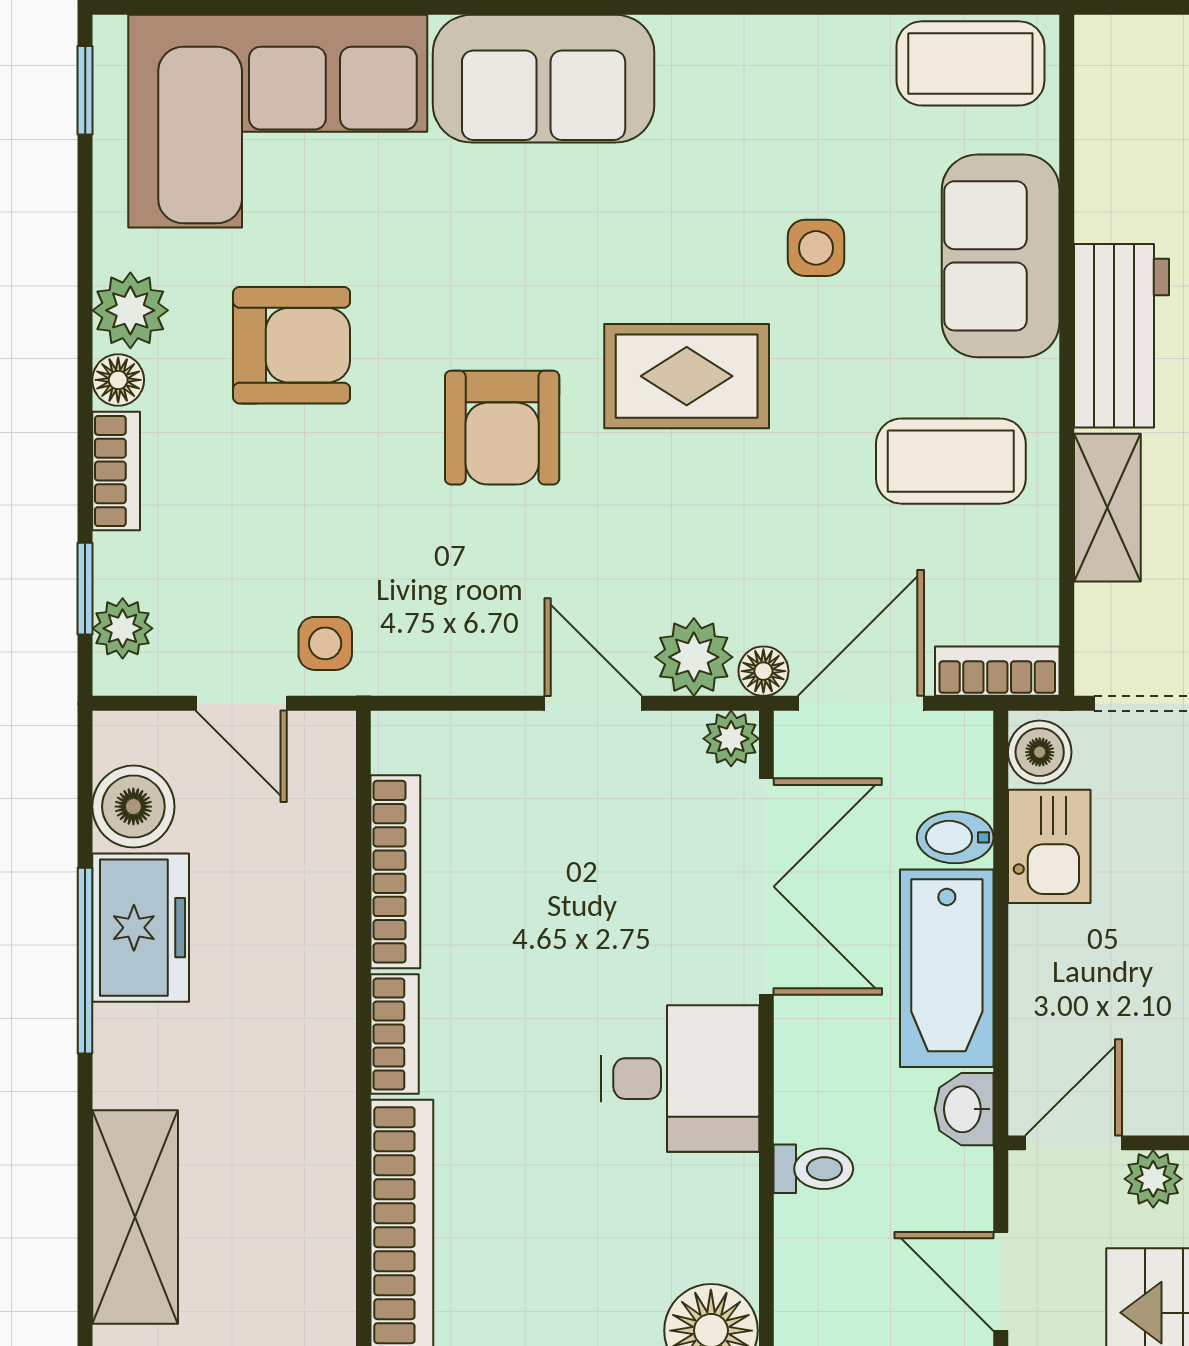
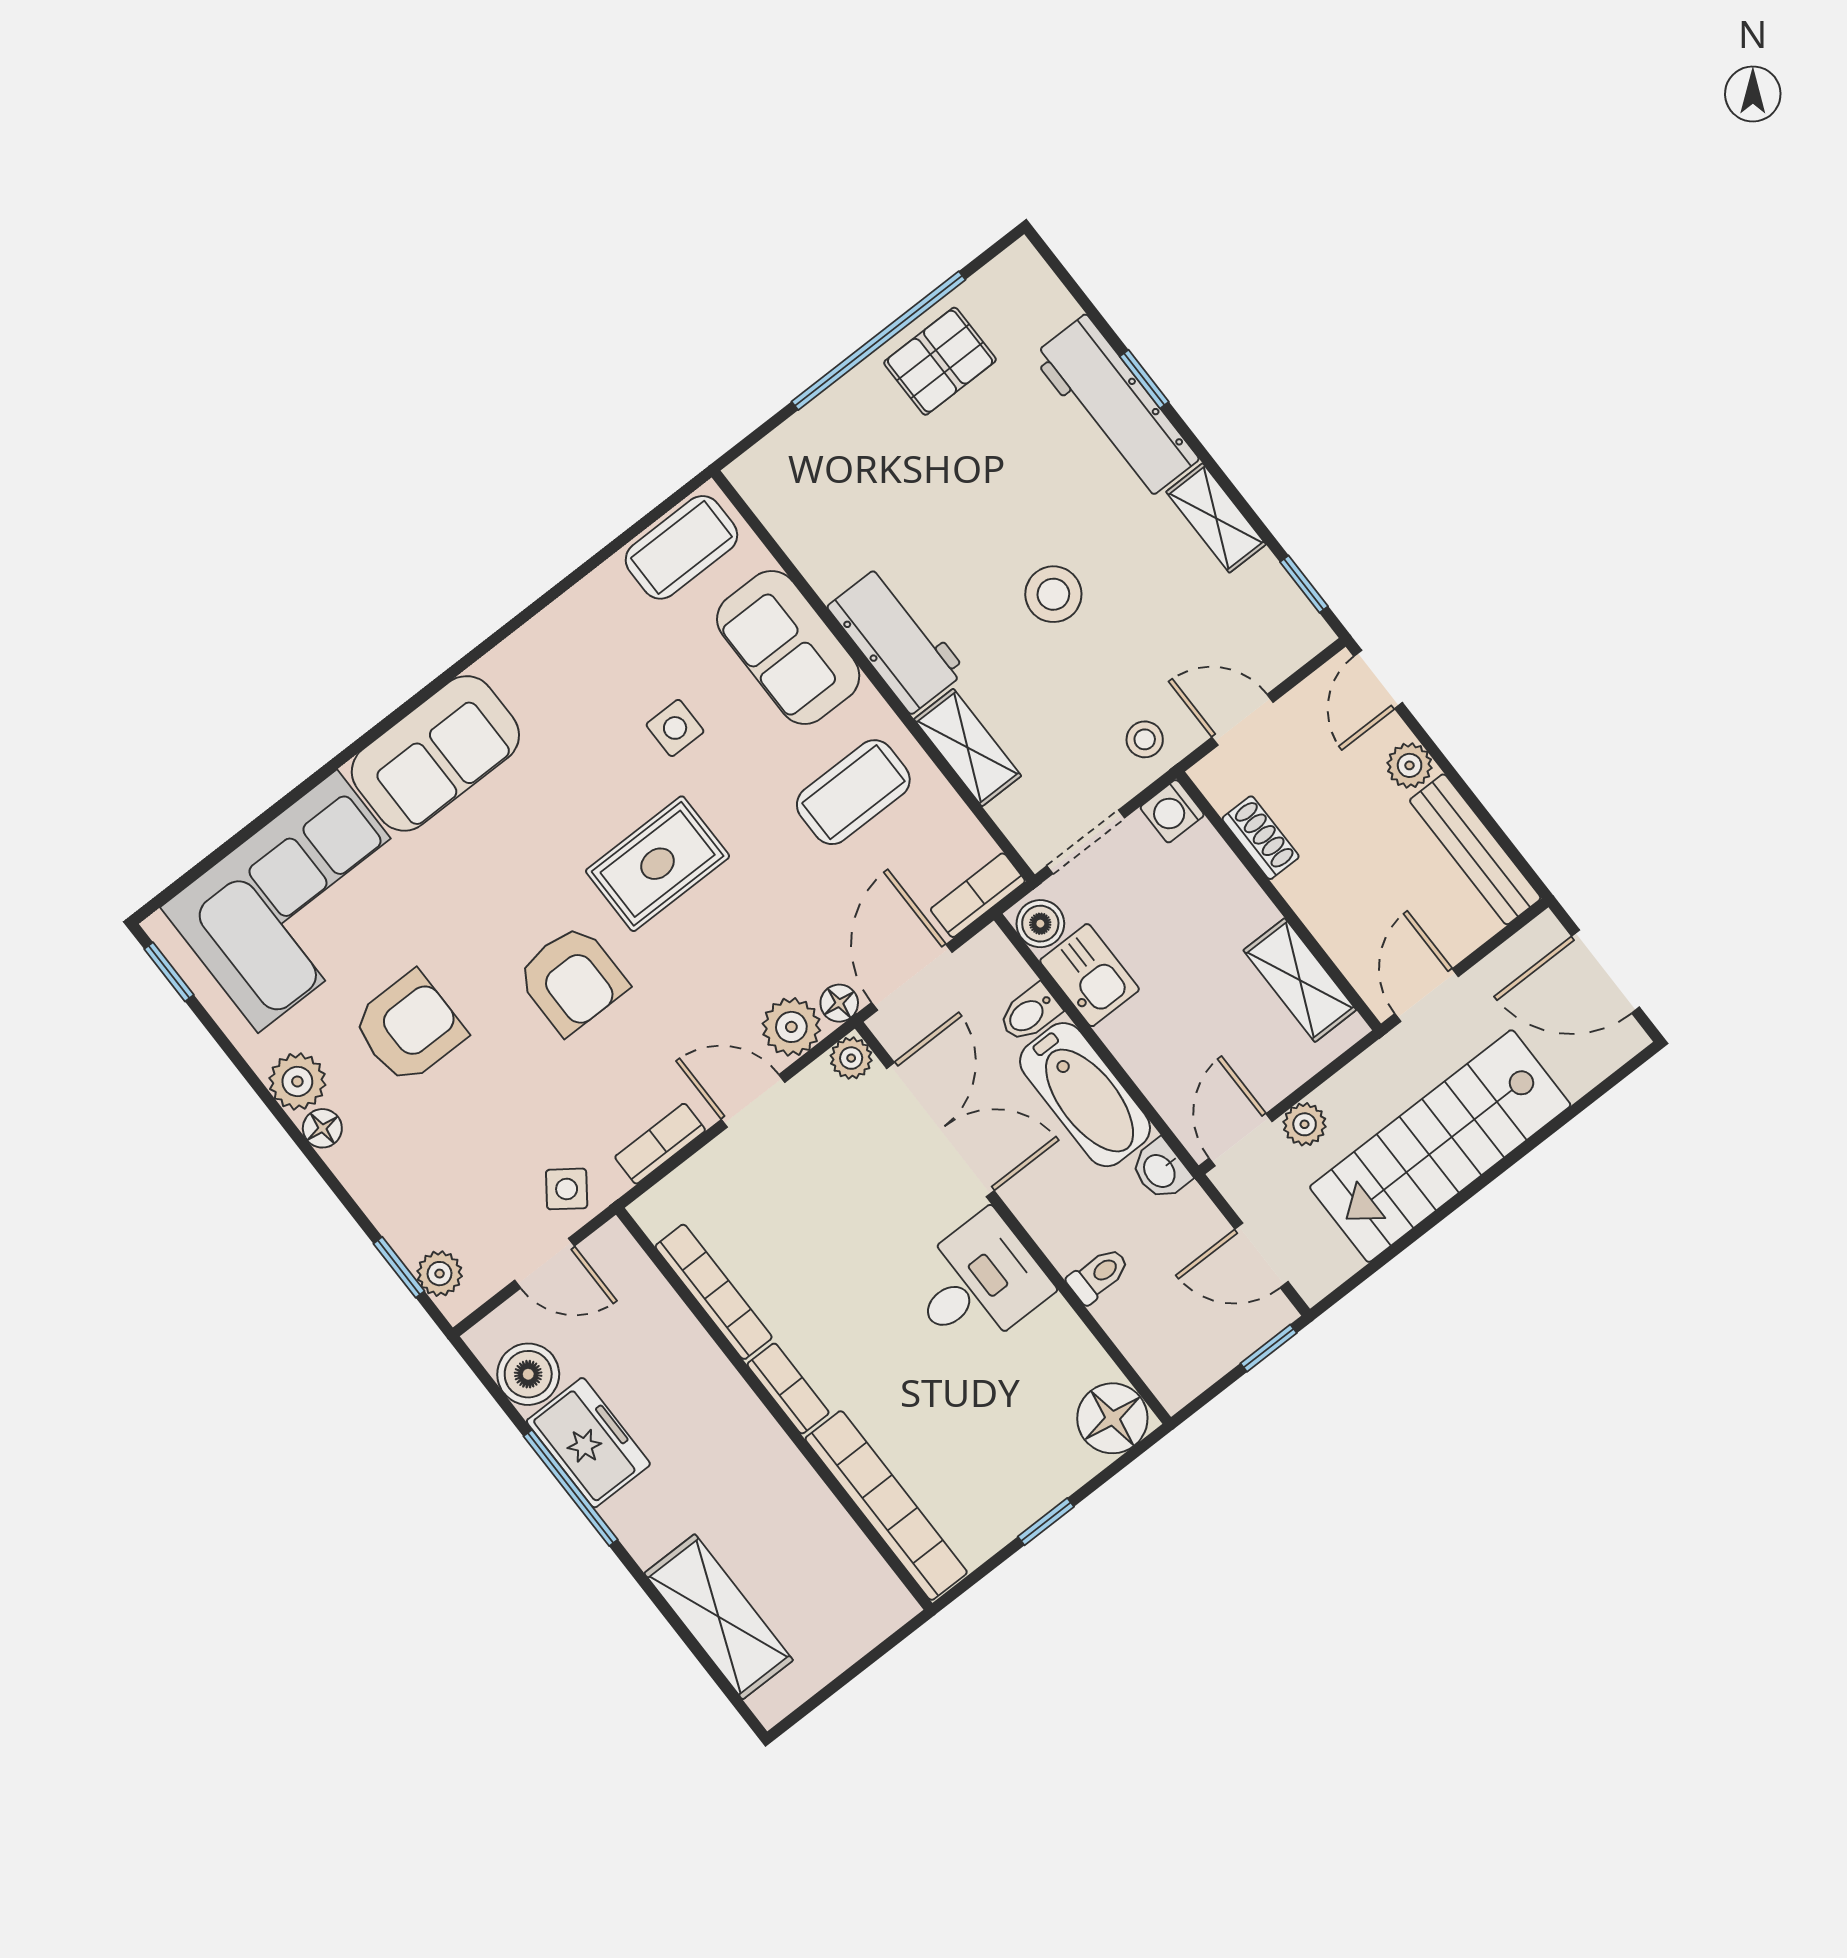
bookcase: (116, 471) -> (660, 1144), moved, turned -90
side table: (325, 643) -> (567, 1189), turned 36

